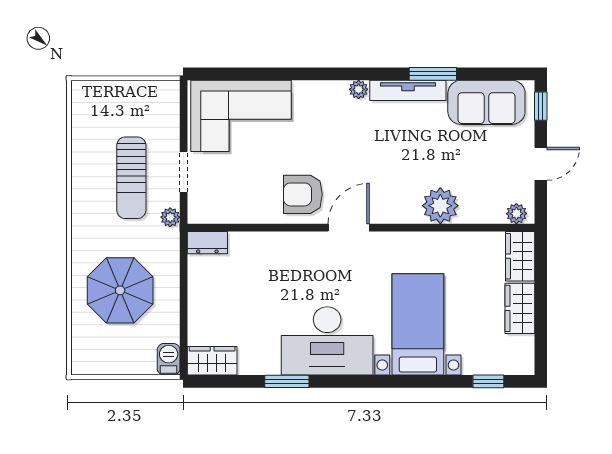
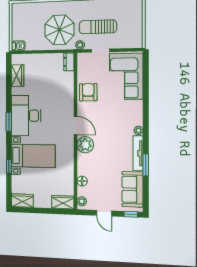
armchair: (303, 194) -> (88, 92), moved
plant: (440, 206) -> (85, 145), moved
floor lamp: (472, 213) -> (82, 181), added
parasol: (120, 290) -> (59, 30), moved
wardrobe: (520, 308) -> (22, 201), moved
wardrobe: (212, 361) -> (18, 76), moved
window: (287, 381) -> (9, 122), moved
window: (488, 381) -> (9, 166), moved

